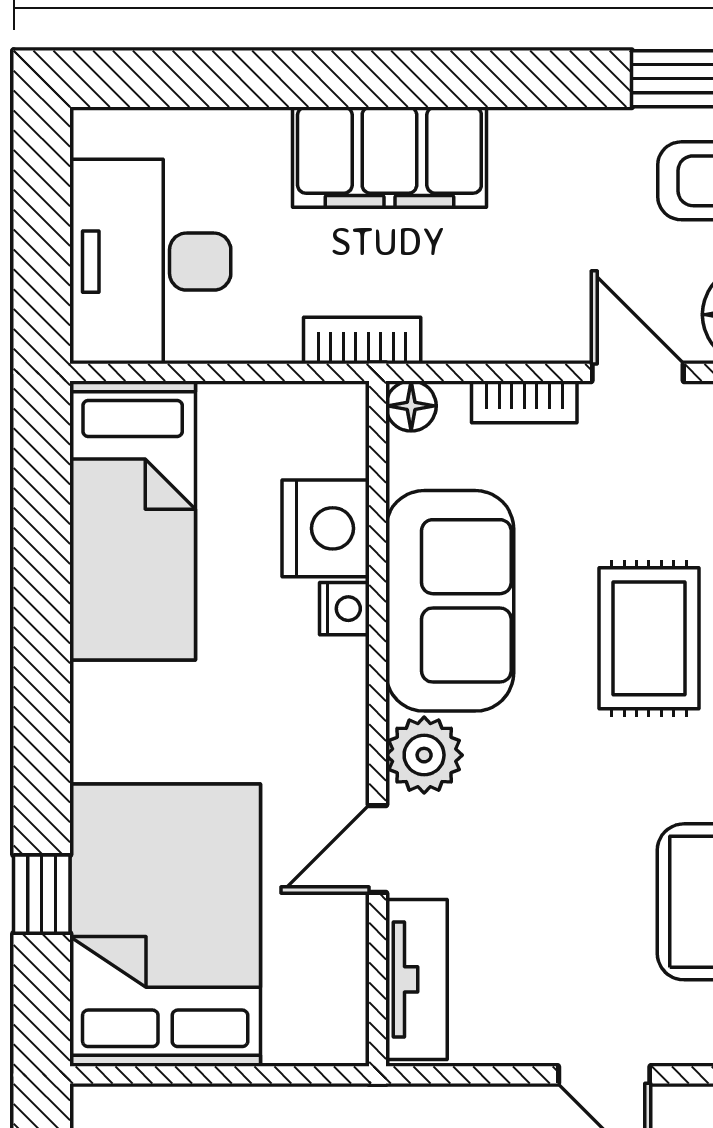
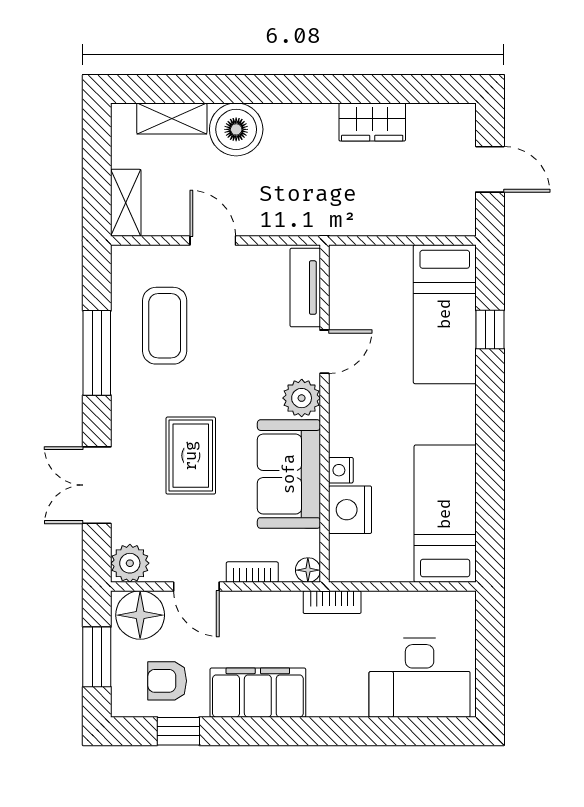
filing cabinet: (389, 157) -> (258, 693), moved
desk: (150, 262) -> (420, 678), moved, turned 90
bed: (165, 925) -> (445, 314), width x0.67

